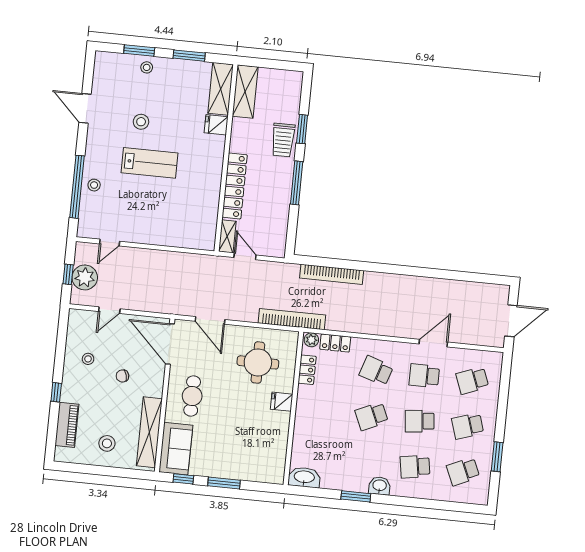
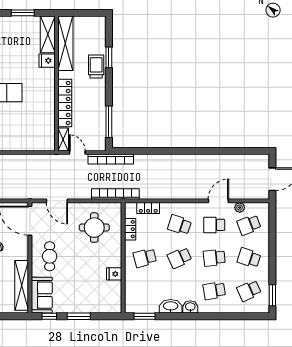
shelving: (245, 92) -> (65, 43), width x1.47
trolley: (283, 140) -> (96, 67), turned 180
window: (297, 183) -> (109, 122), moved
bookcase: (332, 274) -> (111, 159), moved
plant: (311, 340) -> (240, 207), moved
fridge: (282, 402) -> (114, 274), moved
school desk: (324, 411) -> (145, 258), added
school desk: (468, 426) -> (249, 258), turned 36
window: (497, 457) -> (272, 295), moved
washbasin: (304, 477) -> (171, 306), moved
window: (356, 496) -> (144, 316), moved

